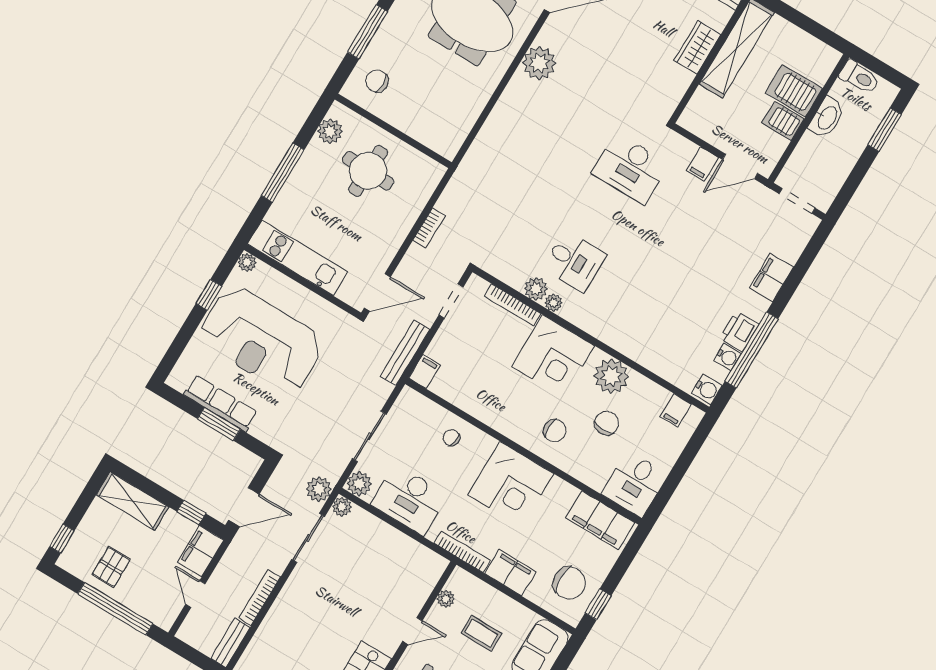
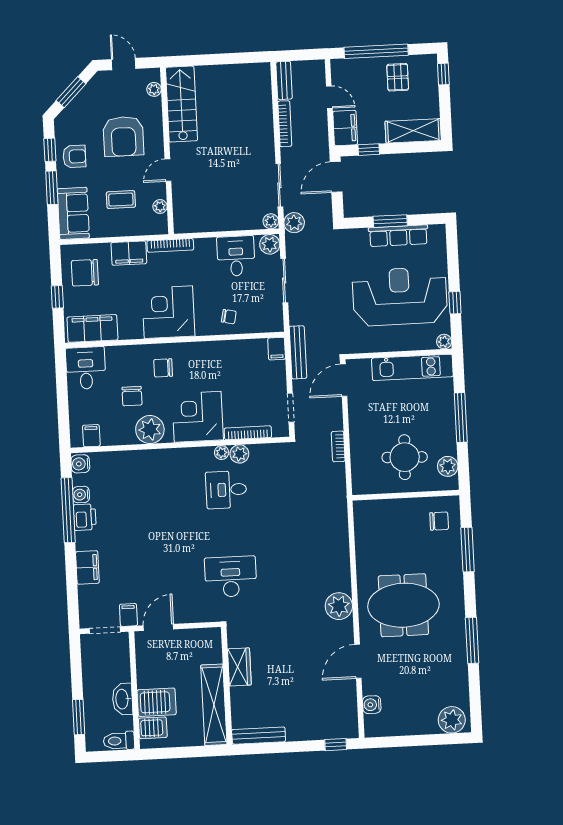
wardrobe: (697, 47) -> (239, 667), moved
server rack: (783, 121) -> (153, 728), moved
filing cabinet: (702, 164) -> (128, 615), moved
desk: (409, 500) -> (236, 256), width x0.73
window: (598, 604) -> (57, 297), moved

